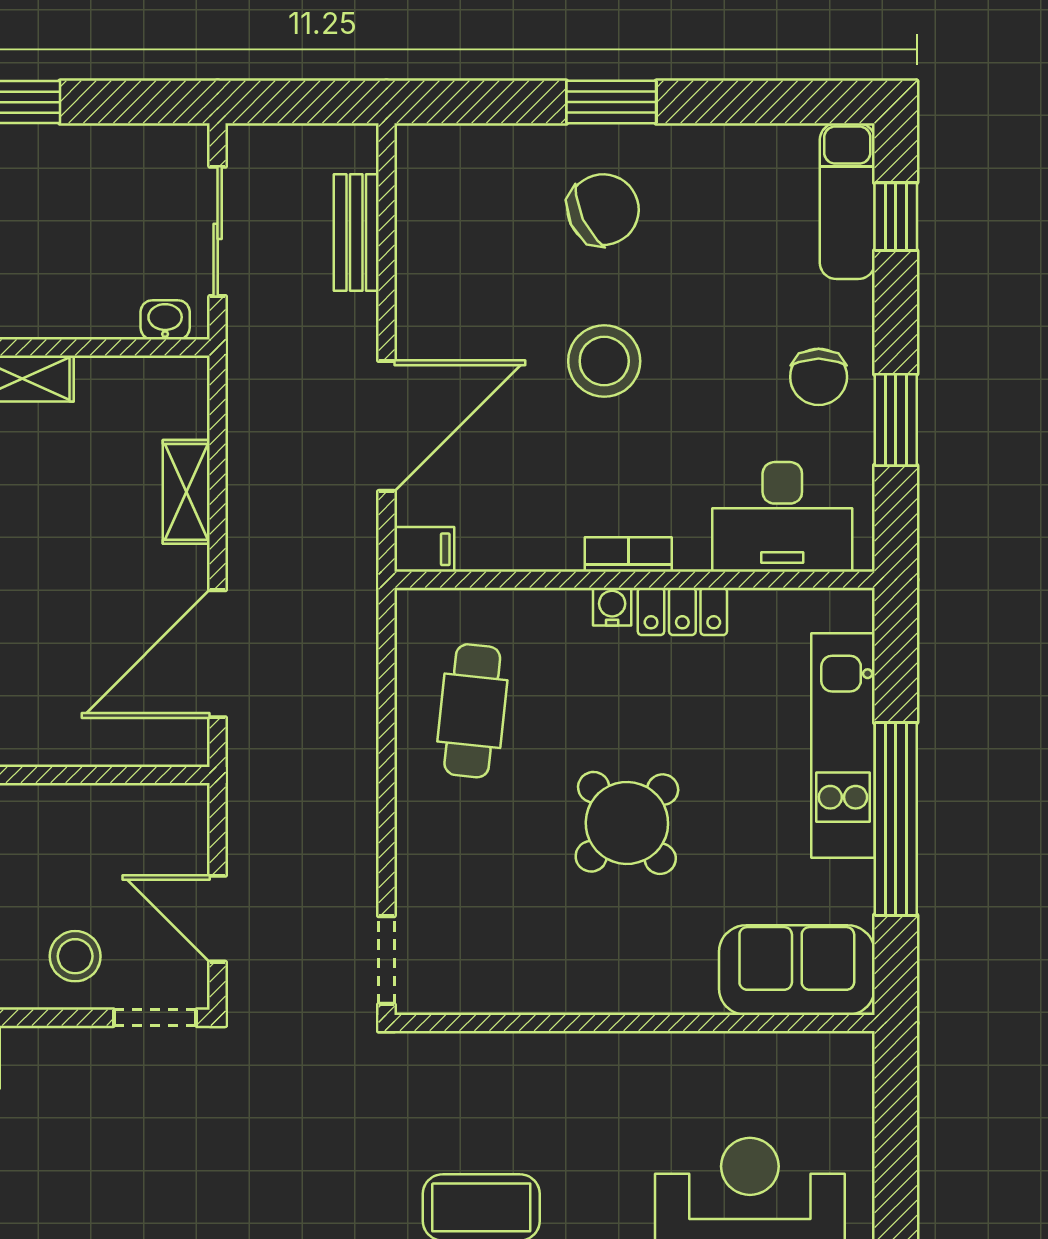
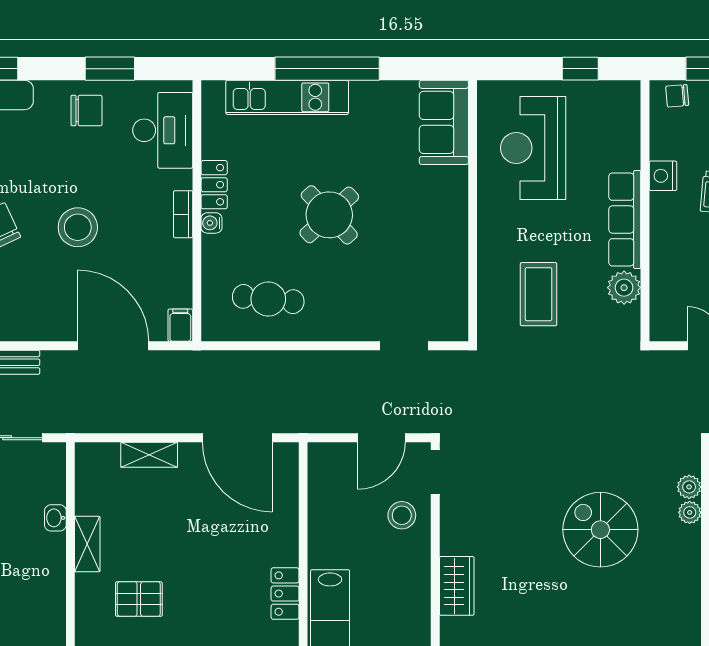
washbasin: (165, 320) -> (55, 518), moved
sofa: (797, 970) -> (444, 122), moved
wall: (634, 1023) -> (473, 211), moved

